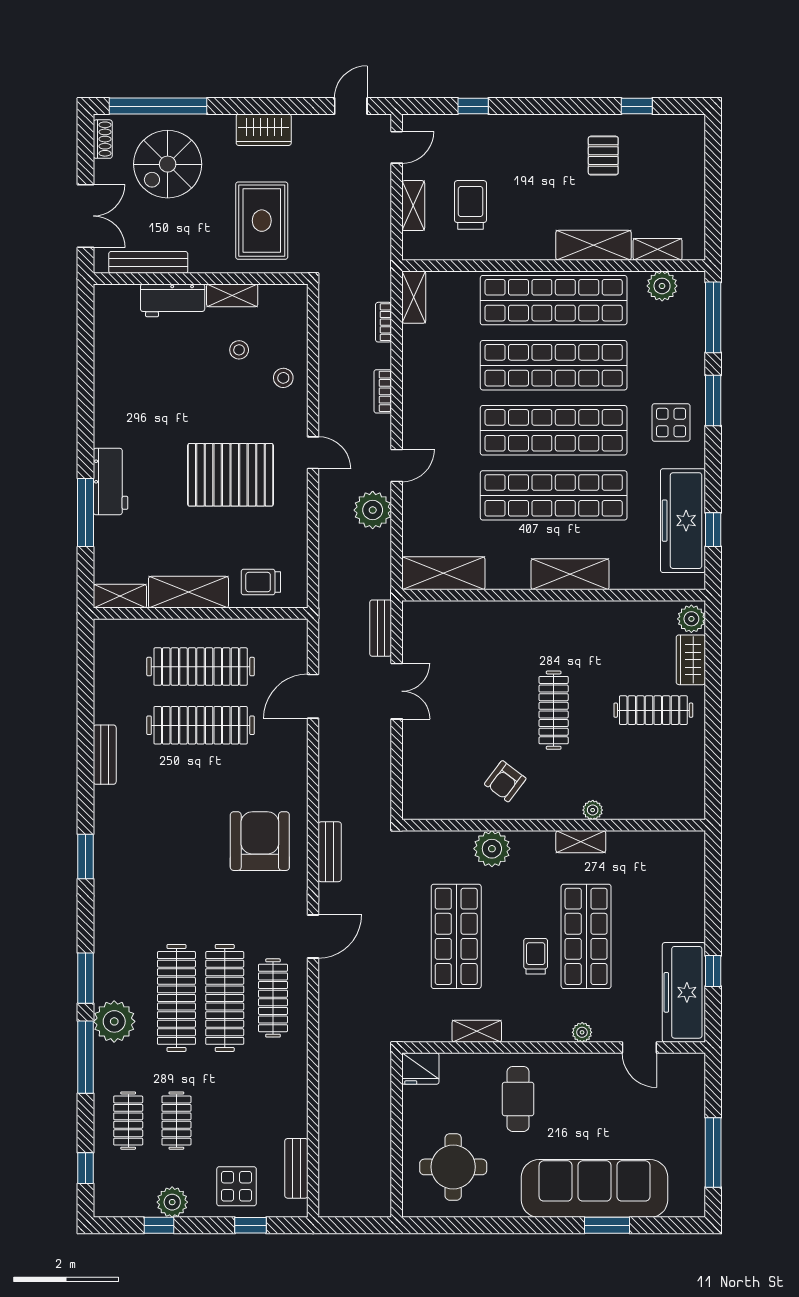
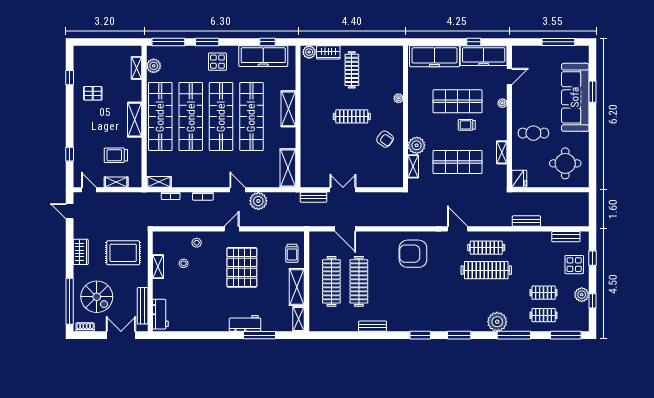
shelving: (594, 245) -> (135, 120), moved
workbench: (173, 300) -> (160, 314), moved
shelving: (581, 842) -> (413, 166), moved
bench: (330, 852) -> (526, 221), moved
freezer: (683, 887) -> (435, 56), added
window: (85, 978) -> (459, 335), moved
clothes rail: (176, 998) -> (486, 293), removed
window: (85, 1168) -> (566, 335), width x2.17

